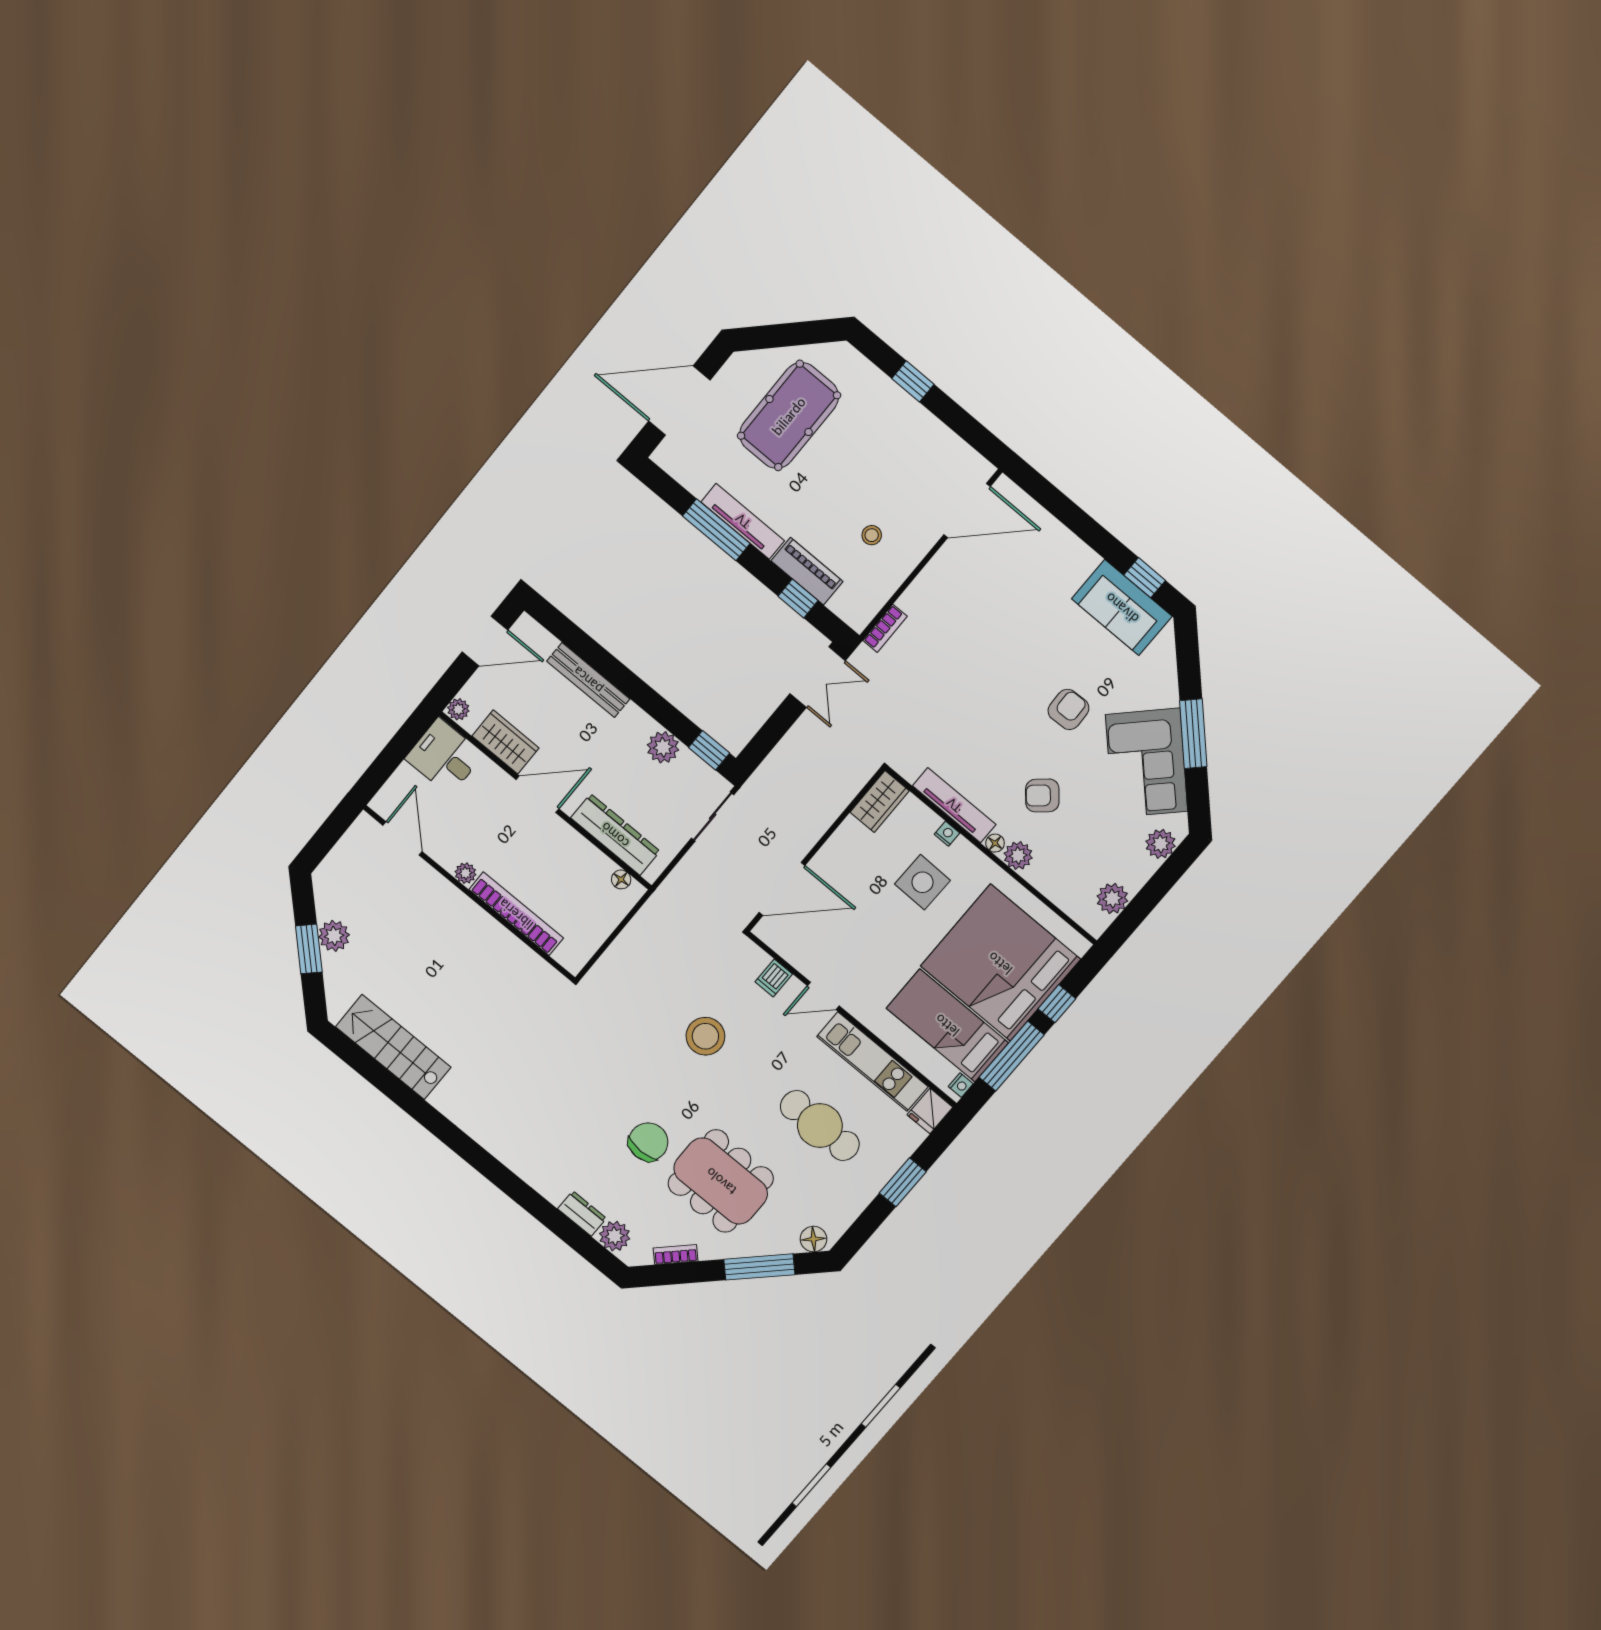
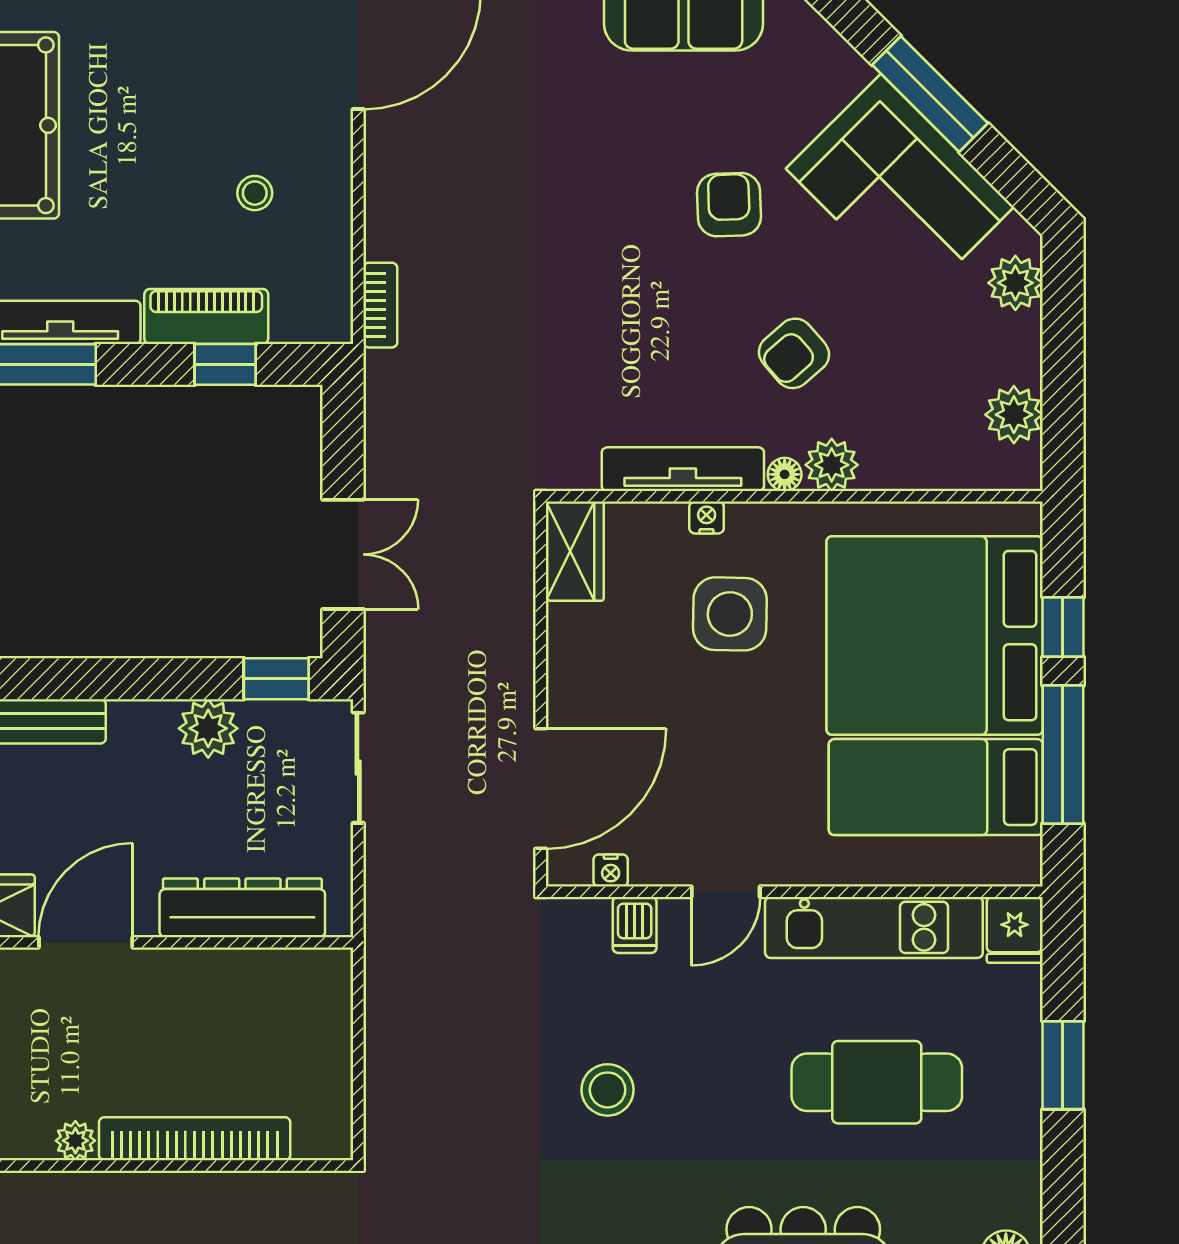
double door: (818, 677) -> (343, 554), moved
floor lamp: (621, 879) -> (303, 965), removed
stool: (705, 1036) -> (608, 1090), width x0.73, depth x0.73
nightstand: (961, 1085) -> (611, 870), moved, turned 90

